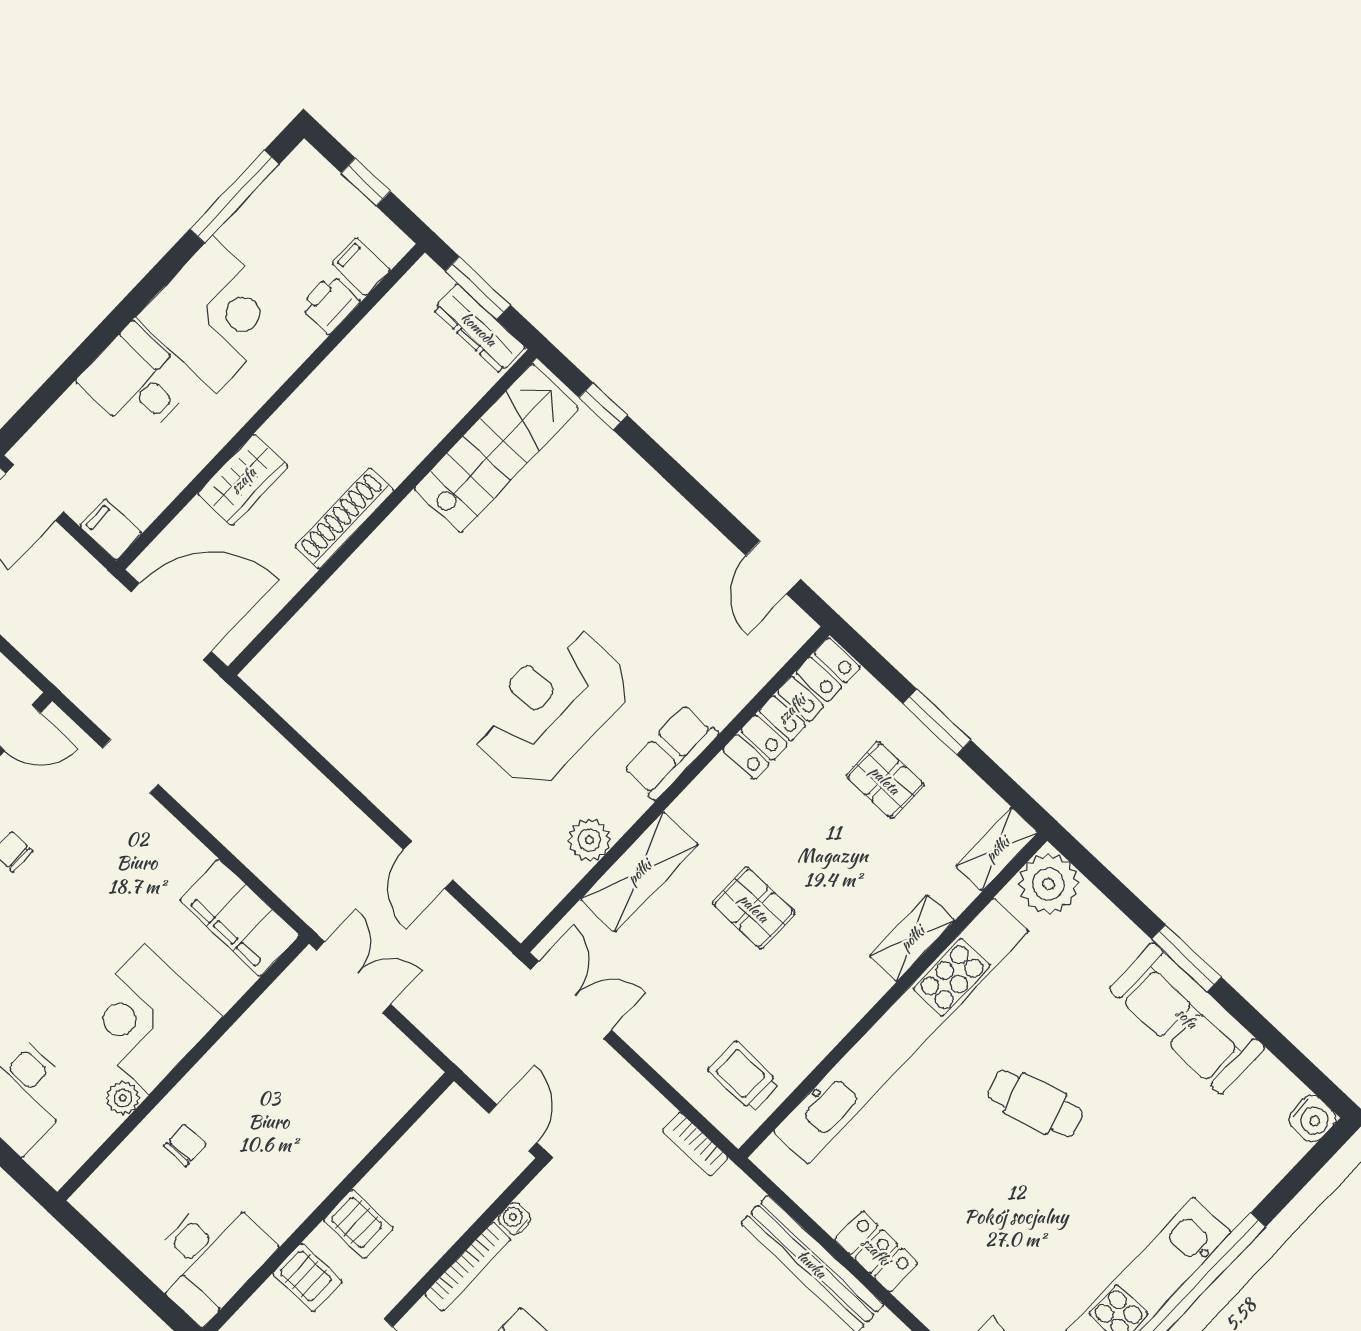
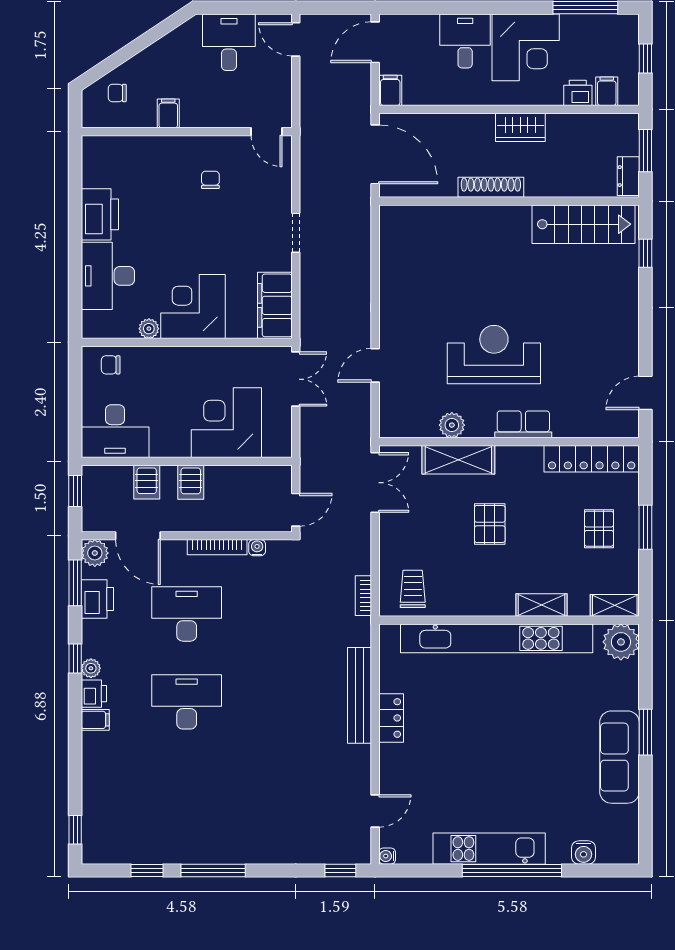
dresser: (479, 329) -> (628, 176), width x0.70
wardrobe: (243, 480) -> (520, 127), moved
doorway: (130, 766) -> (296, 233), moved
cafe table: (1035, 1104) -> (520, 726), removed
corner desk: (327, 1112) -> (226, 423), added
water cooler: (1312, 1119) -> (584, 852), moved
chair: (185, 1145) -> (111, 365), moved, turned 180

